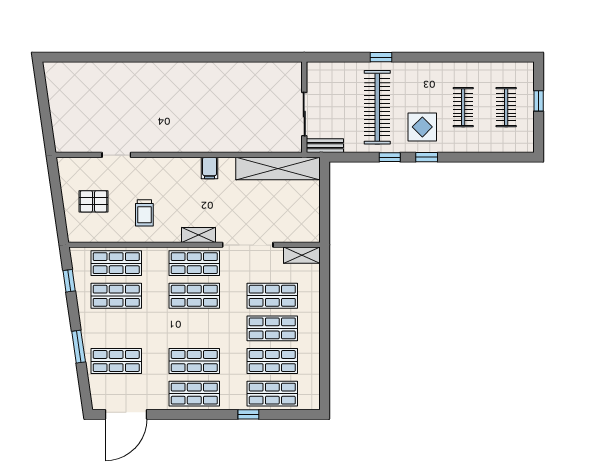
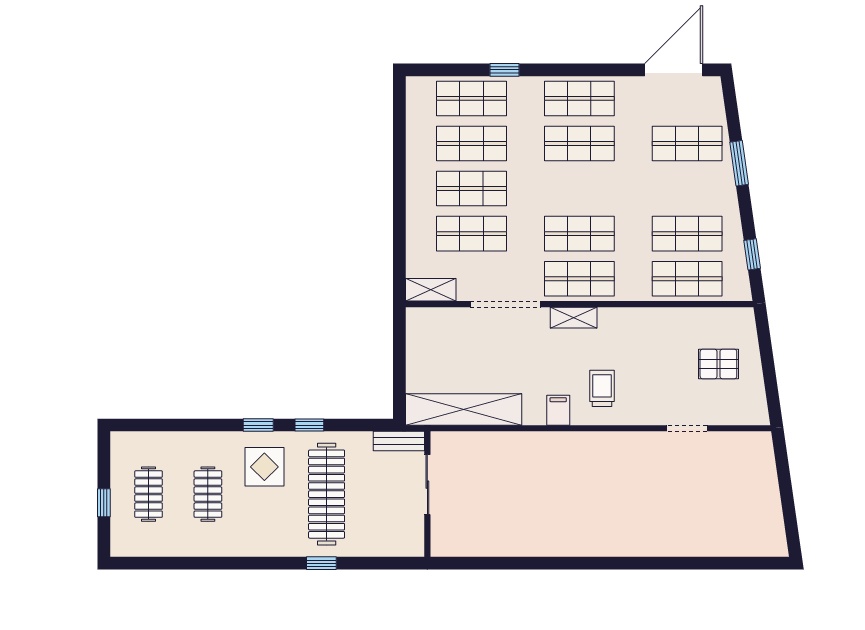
trolley: (144, 213) -> (602, 388), moved

